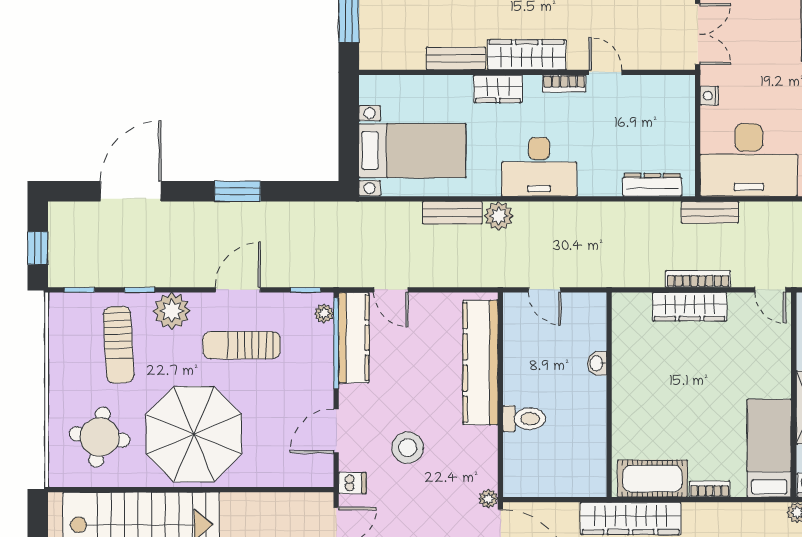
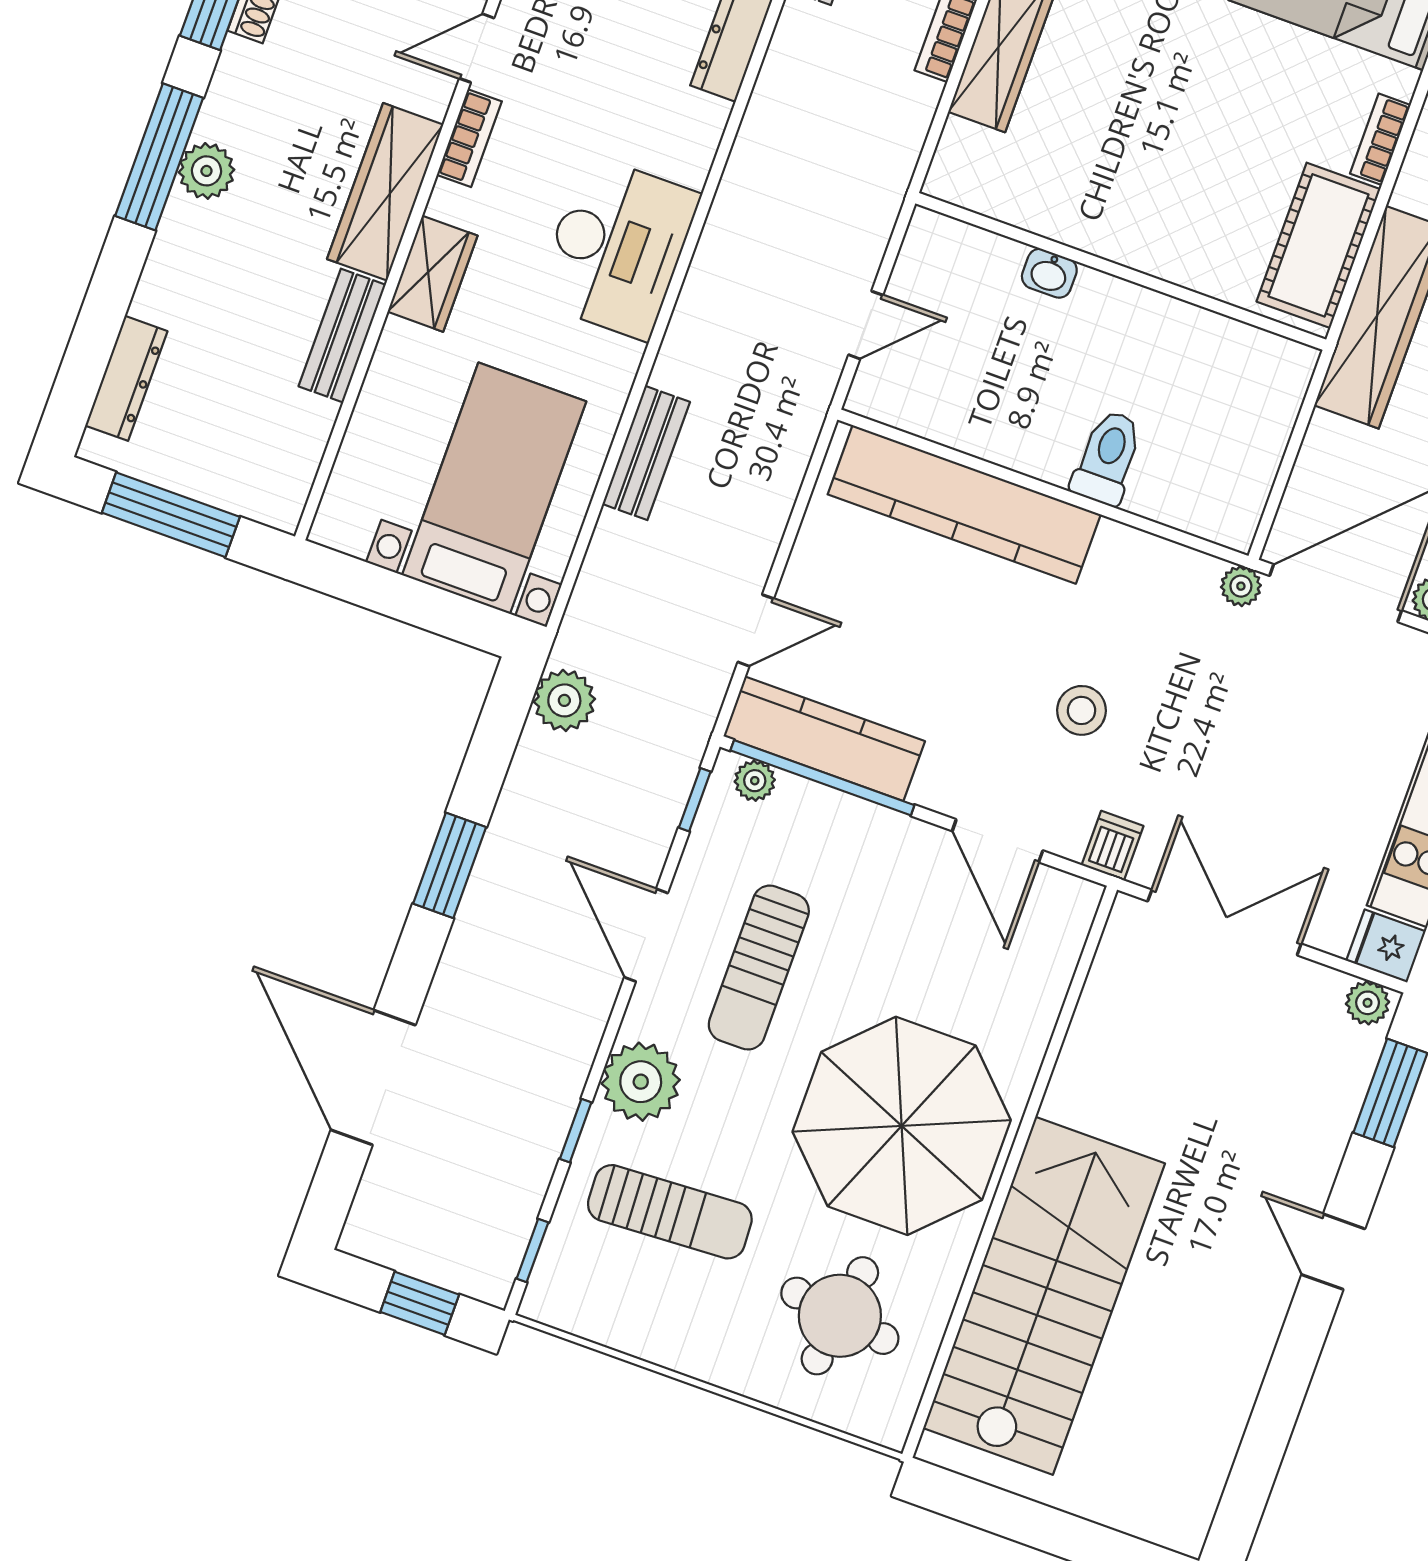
plant: (499, 216) -> (564, 700), moved
stool: (408, 448) -> (1082, 710), width x0.73, depth x0.73

